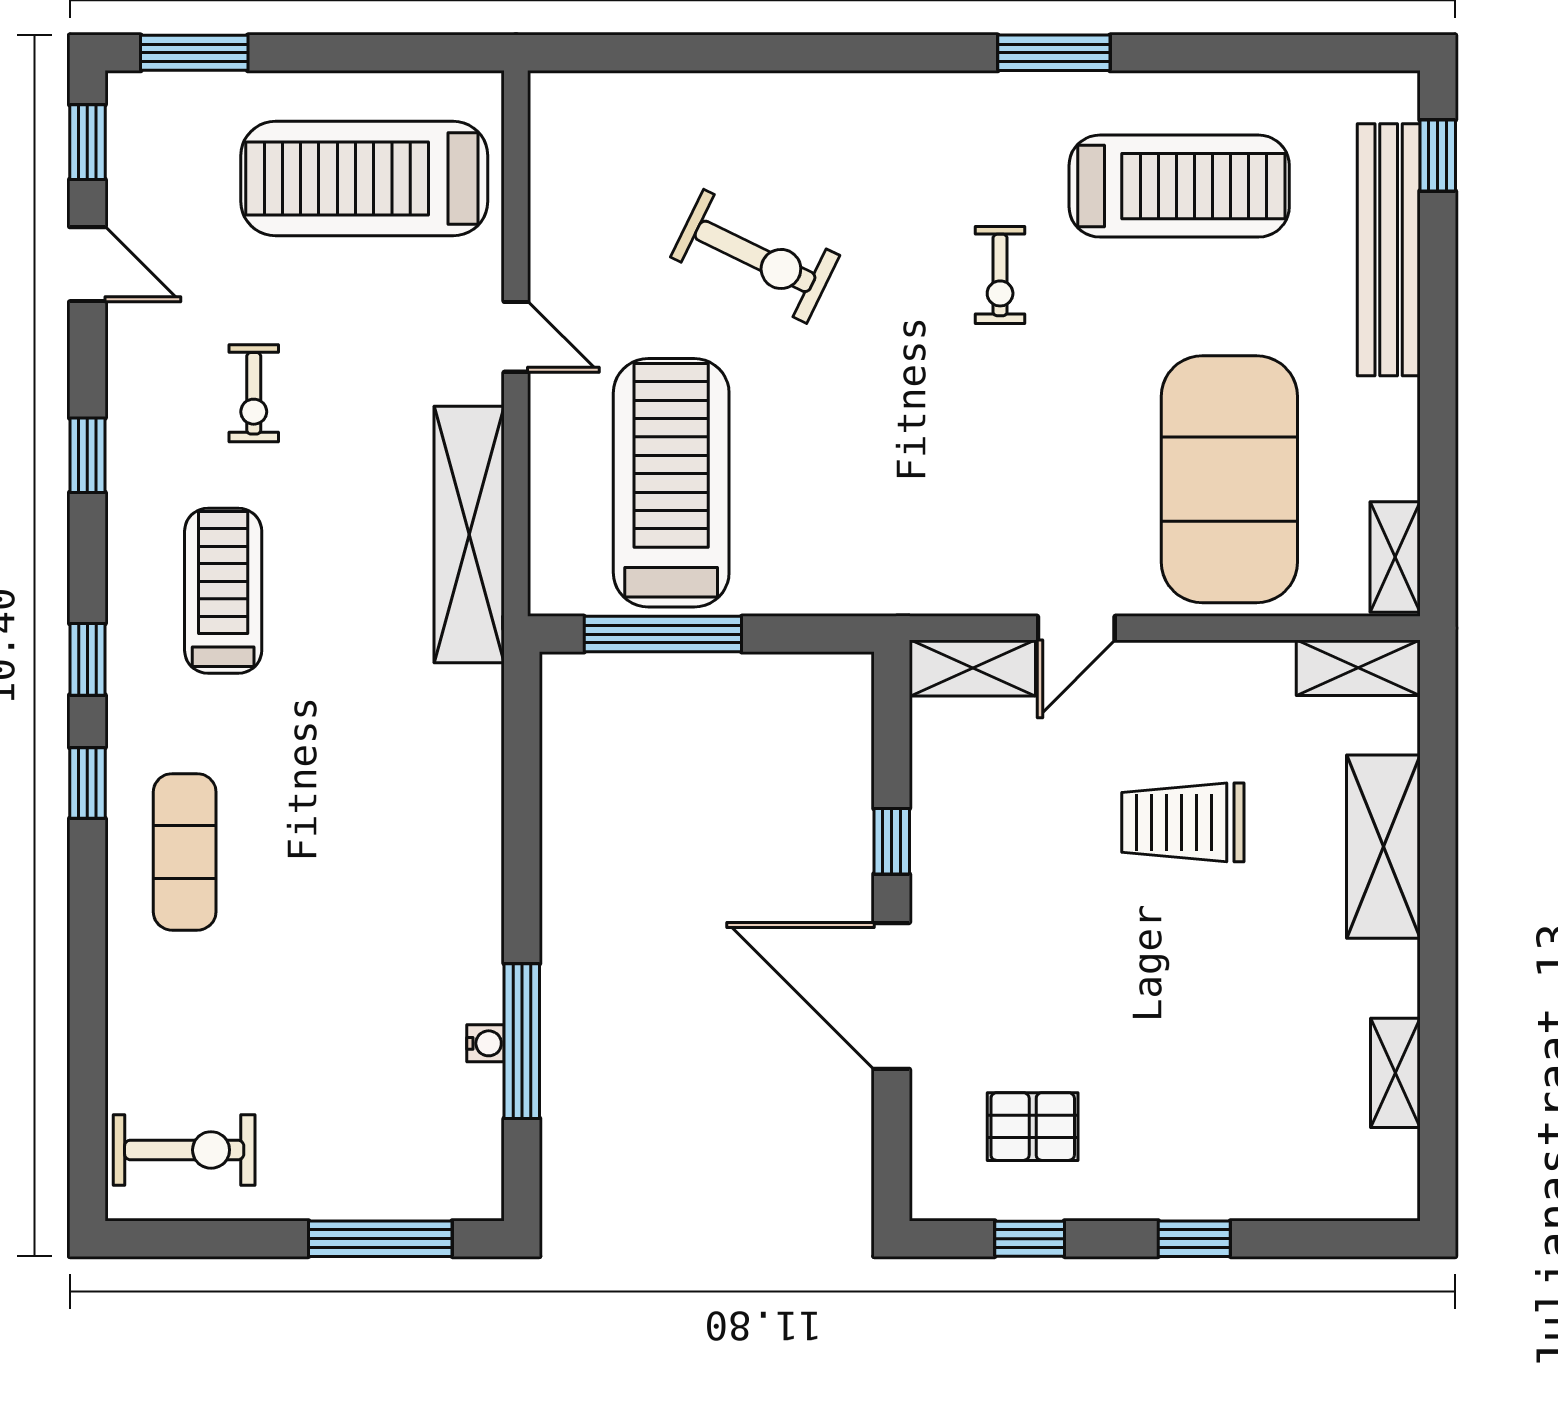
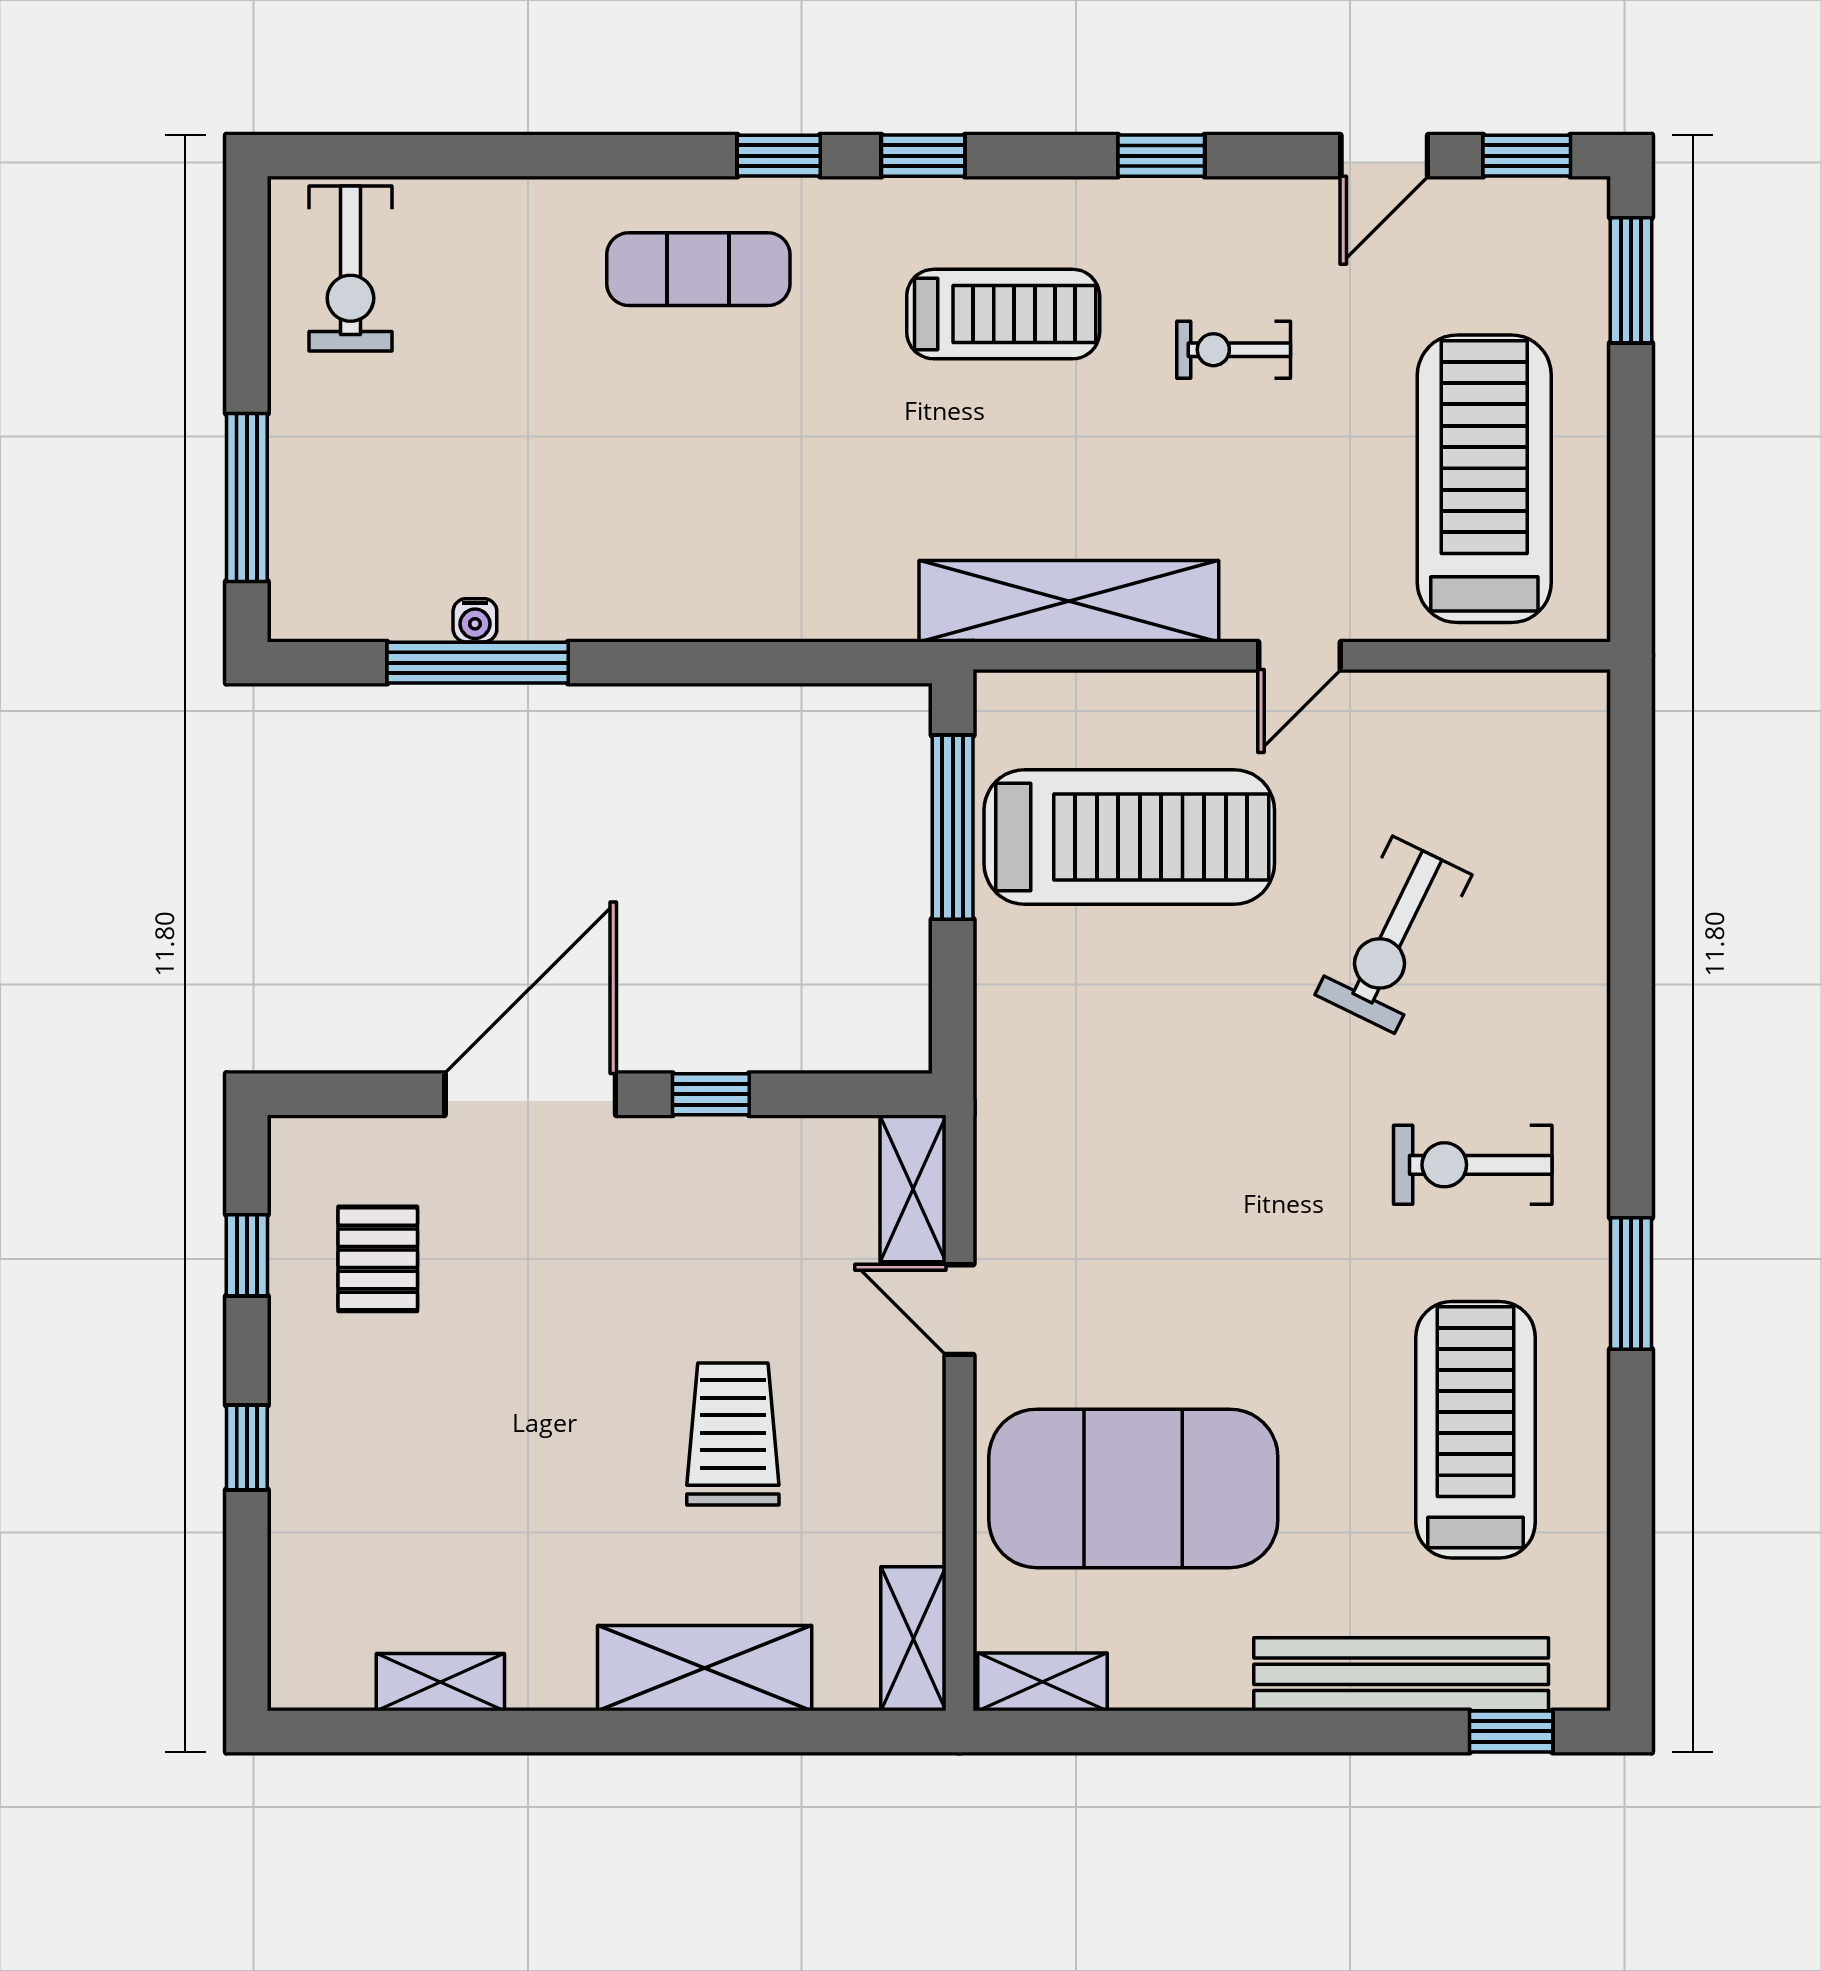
treadmill: (1179, 186) -> (1476, 1430), turned 180
exercise bike: (1000, 275) -> (1473, 1165), moved, width x1.38, depth x1.39

